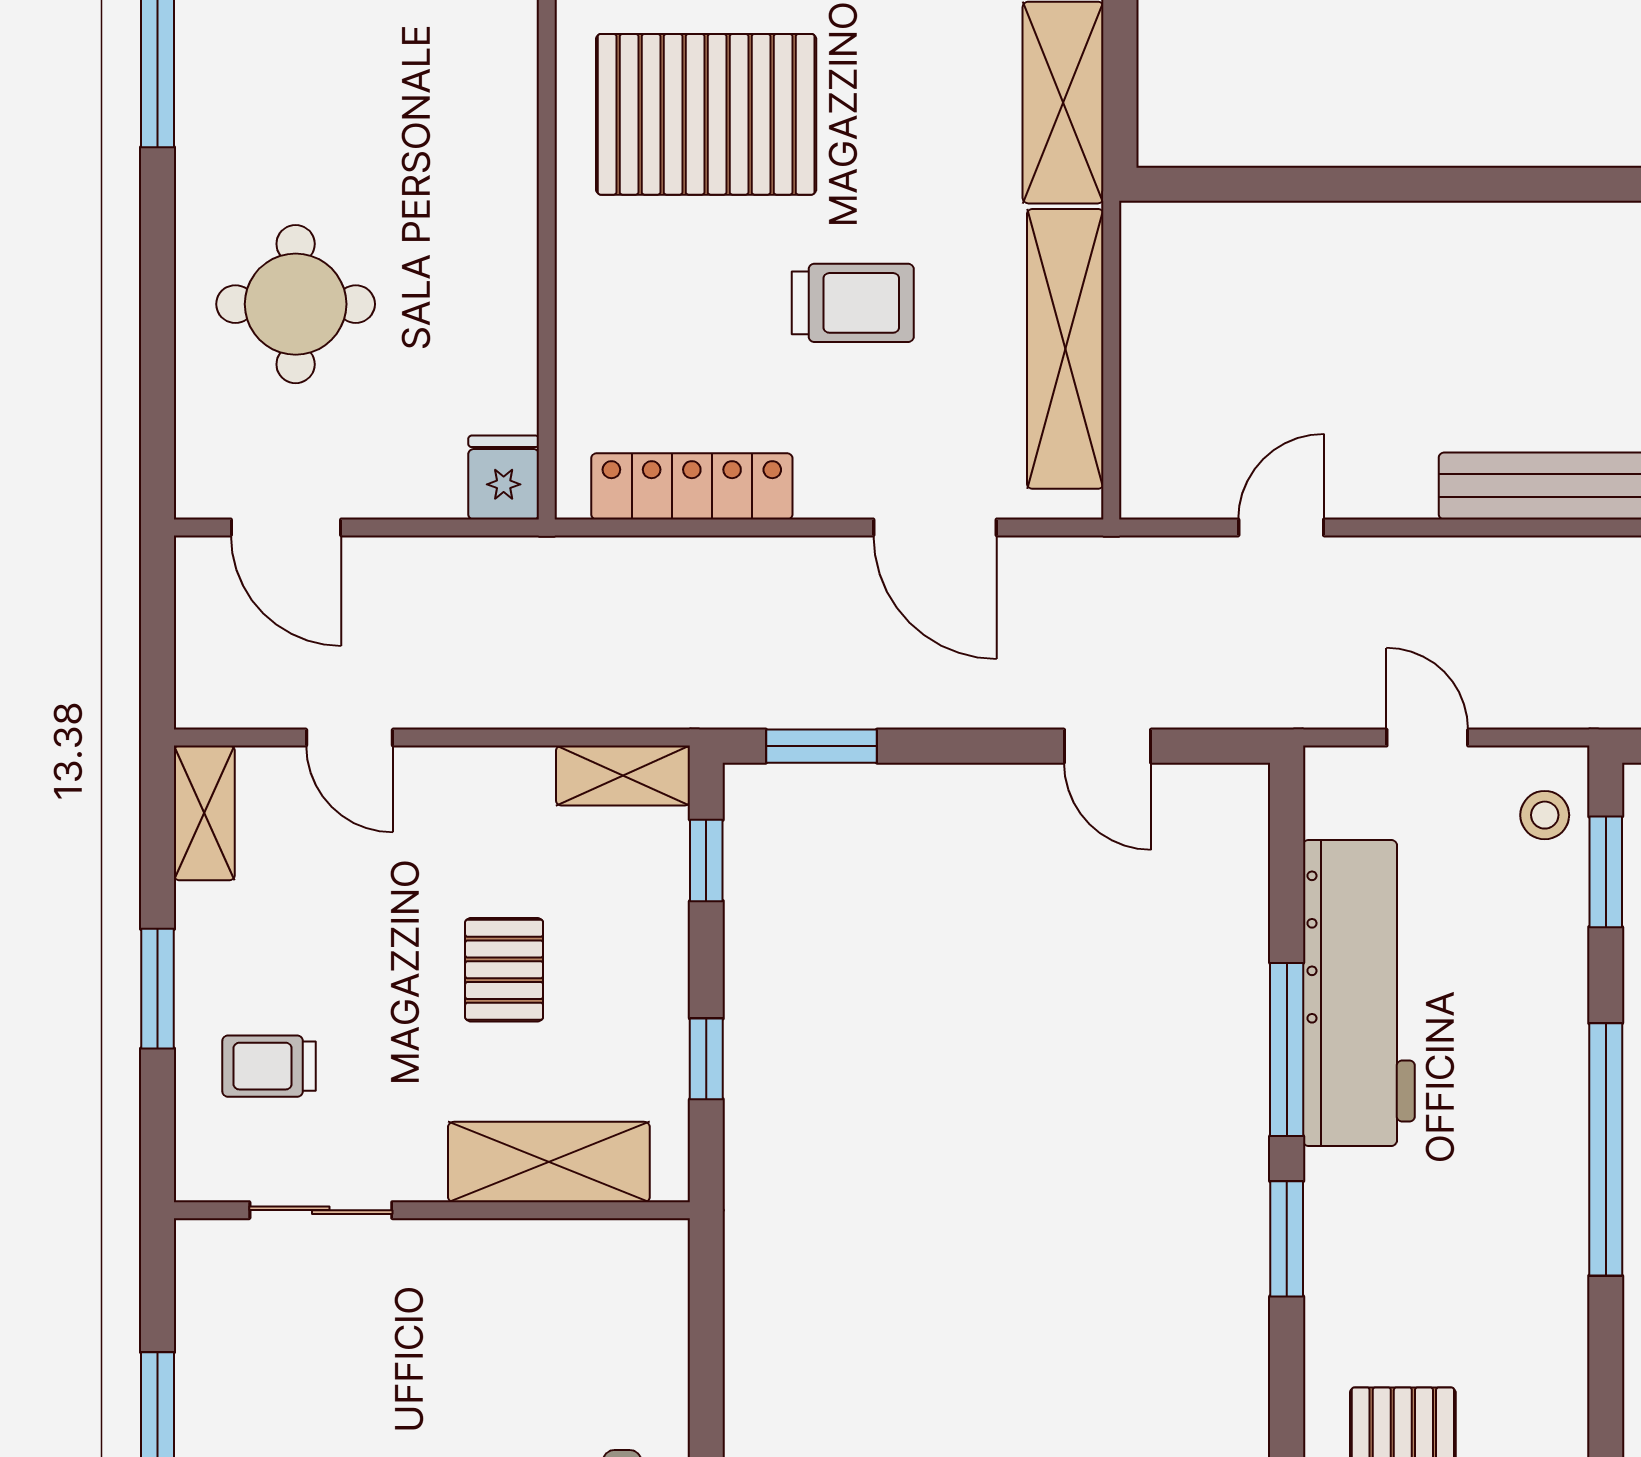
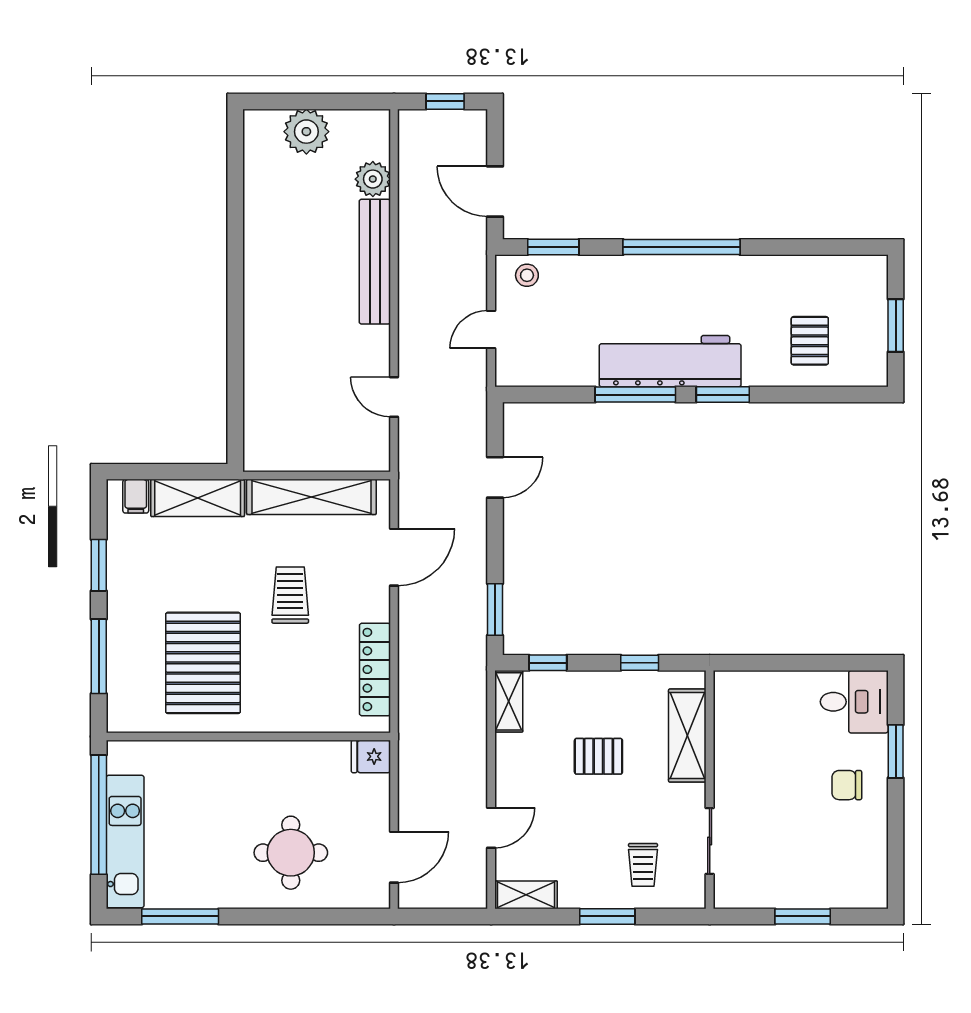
workbench: (1359, 993) -> (670, 361), moved

